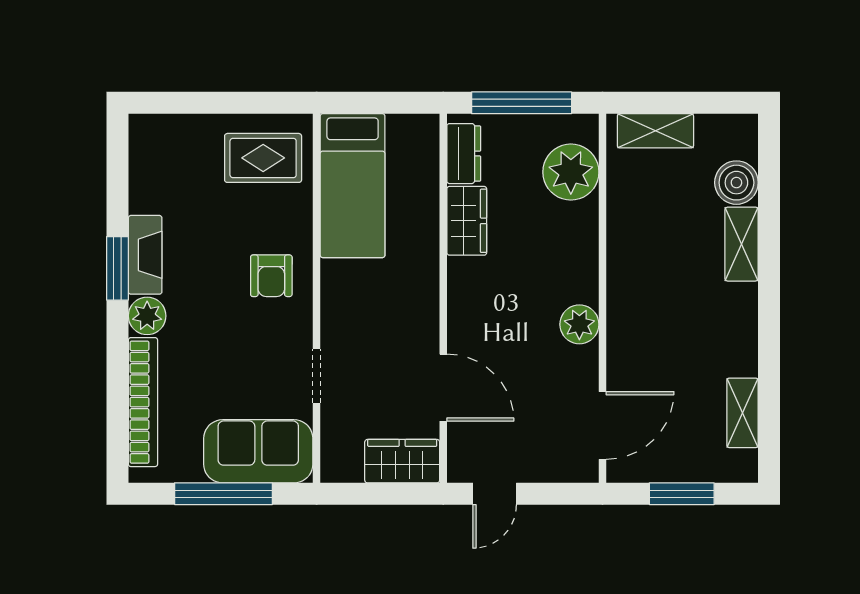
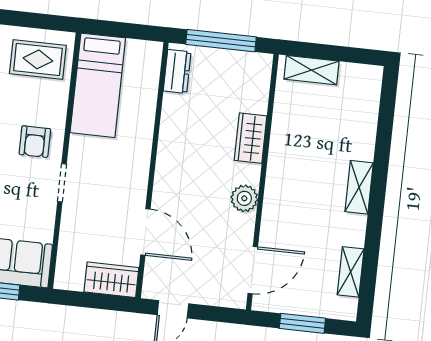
plant: (571, 172) -> (250, 92), removed
boiler: (736, 183) -> (364, 112), removed
wardrobe: (467, 221) -> (251, 138), moved, turned 180
shelving: (742, 244) -> (359, 187), moved
doorway: (317, 376) -> (62, 183), moved

